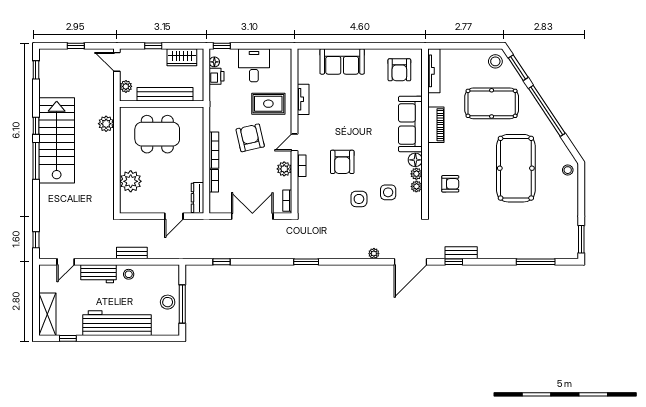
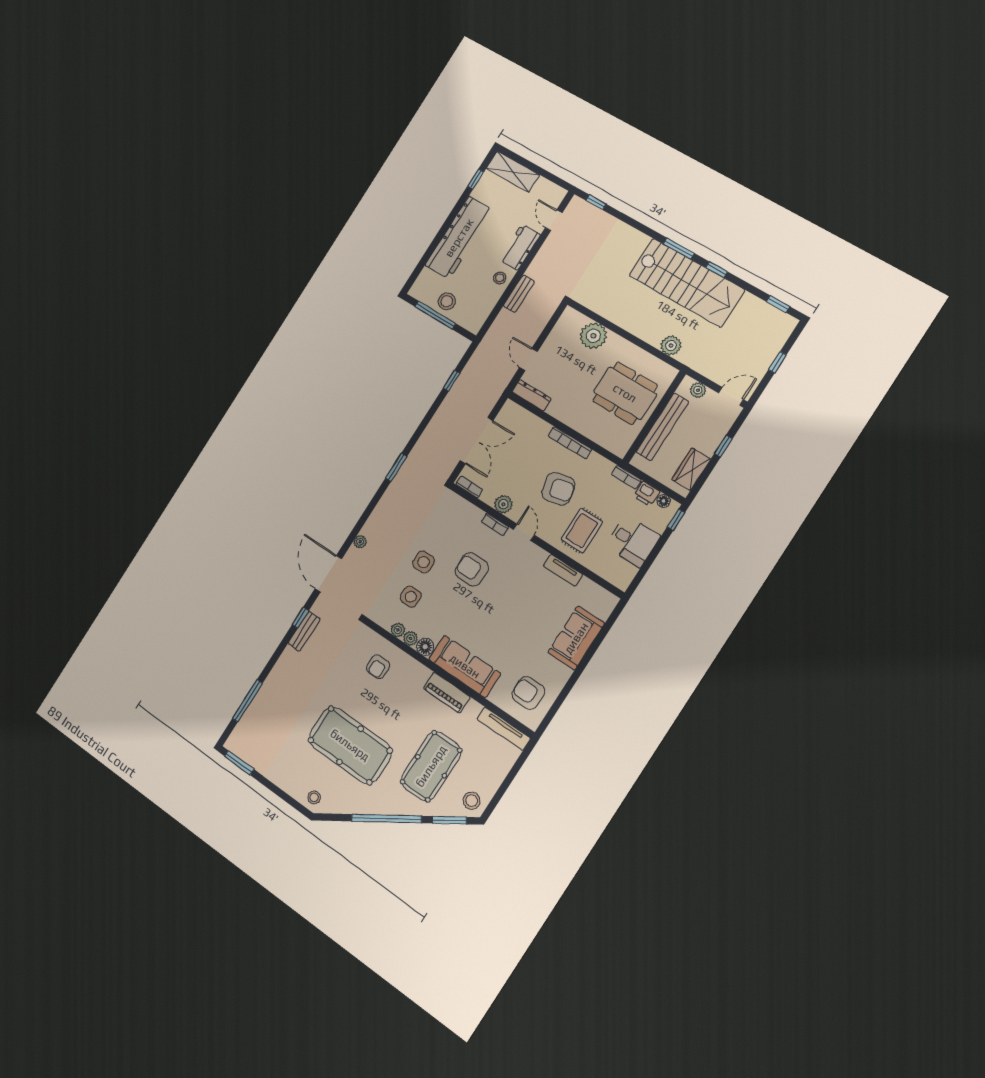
dining table: (157, 134) -> (625, 393), turned 90
window: (36, 161) -> (679, 249), width x0.69
bookcase: (214, 181) -> (626, 477), moved

